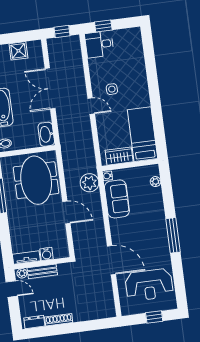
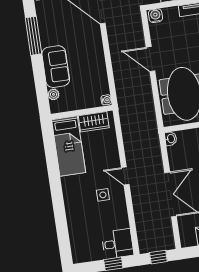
washbasin: (46, 134) -> (171, 139), width x0.52, depth x0.69
plant: (89, 183) -> (126, 92), removed
sofa: (117, 199) -> (56, 67), moved, turned 180
water cooler: (46, 254) -> (155, 16), moved

